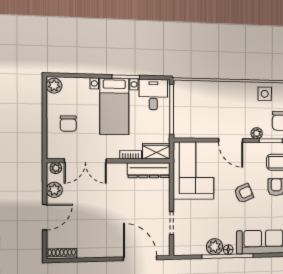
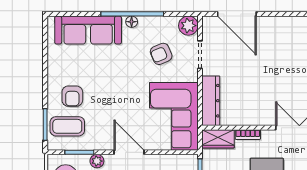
dresser: (149, 170) -> (211, 101), moved, turned 90
armchair: (244, 193) -> (161, 54), moved
plant: (214, 247) -> (188, 26), moved

